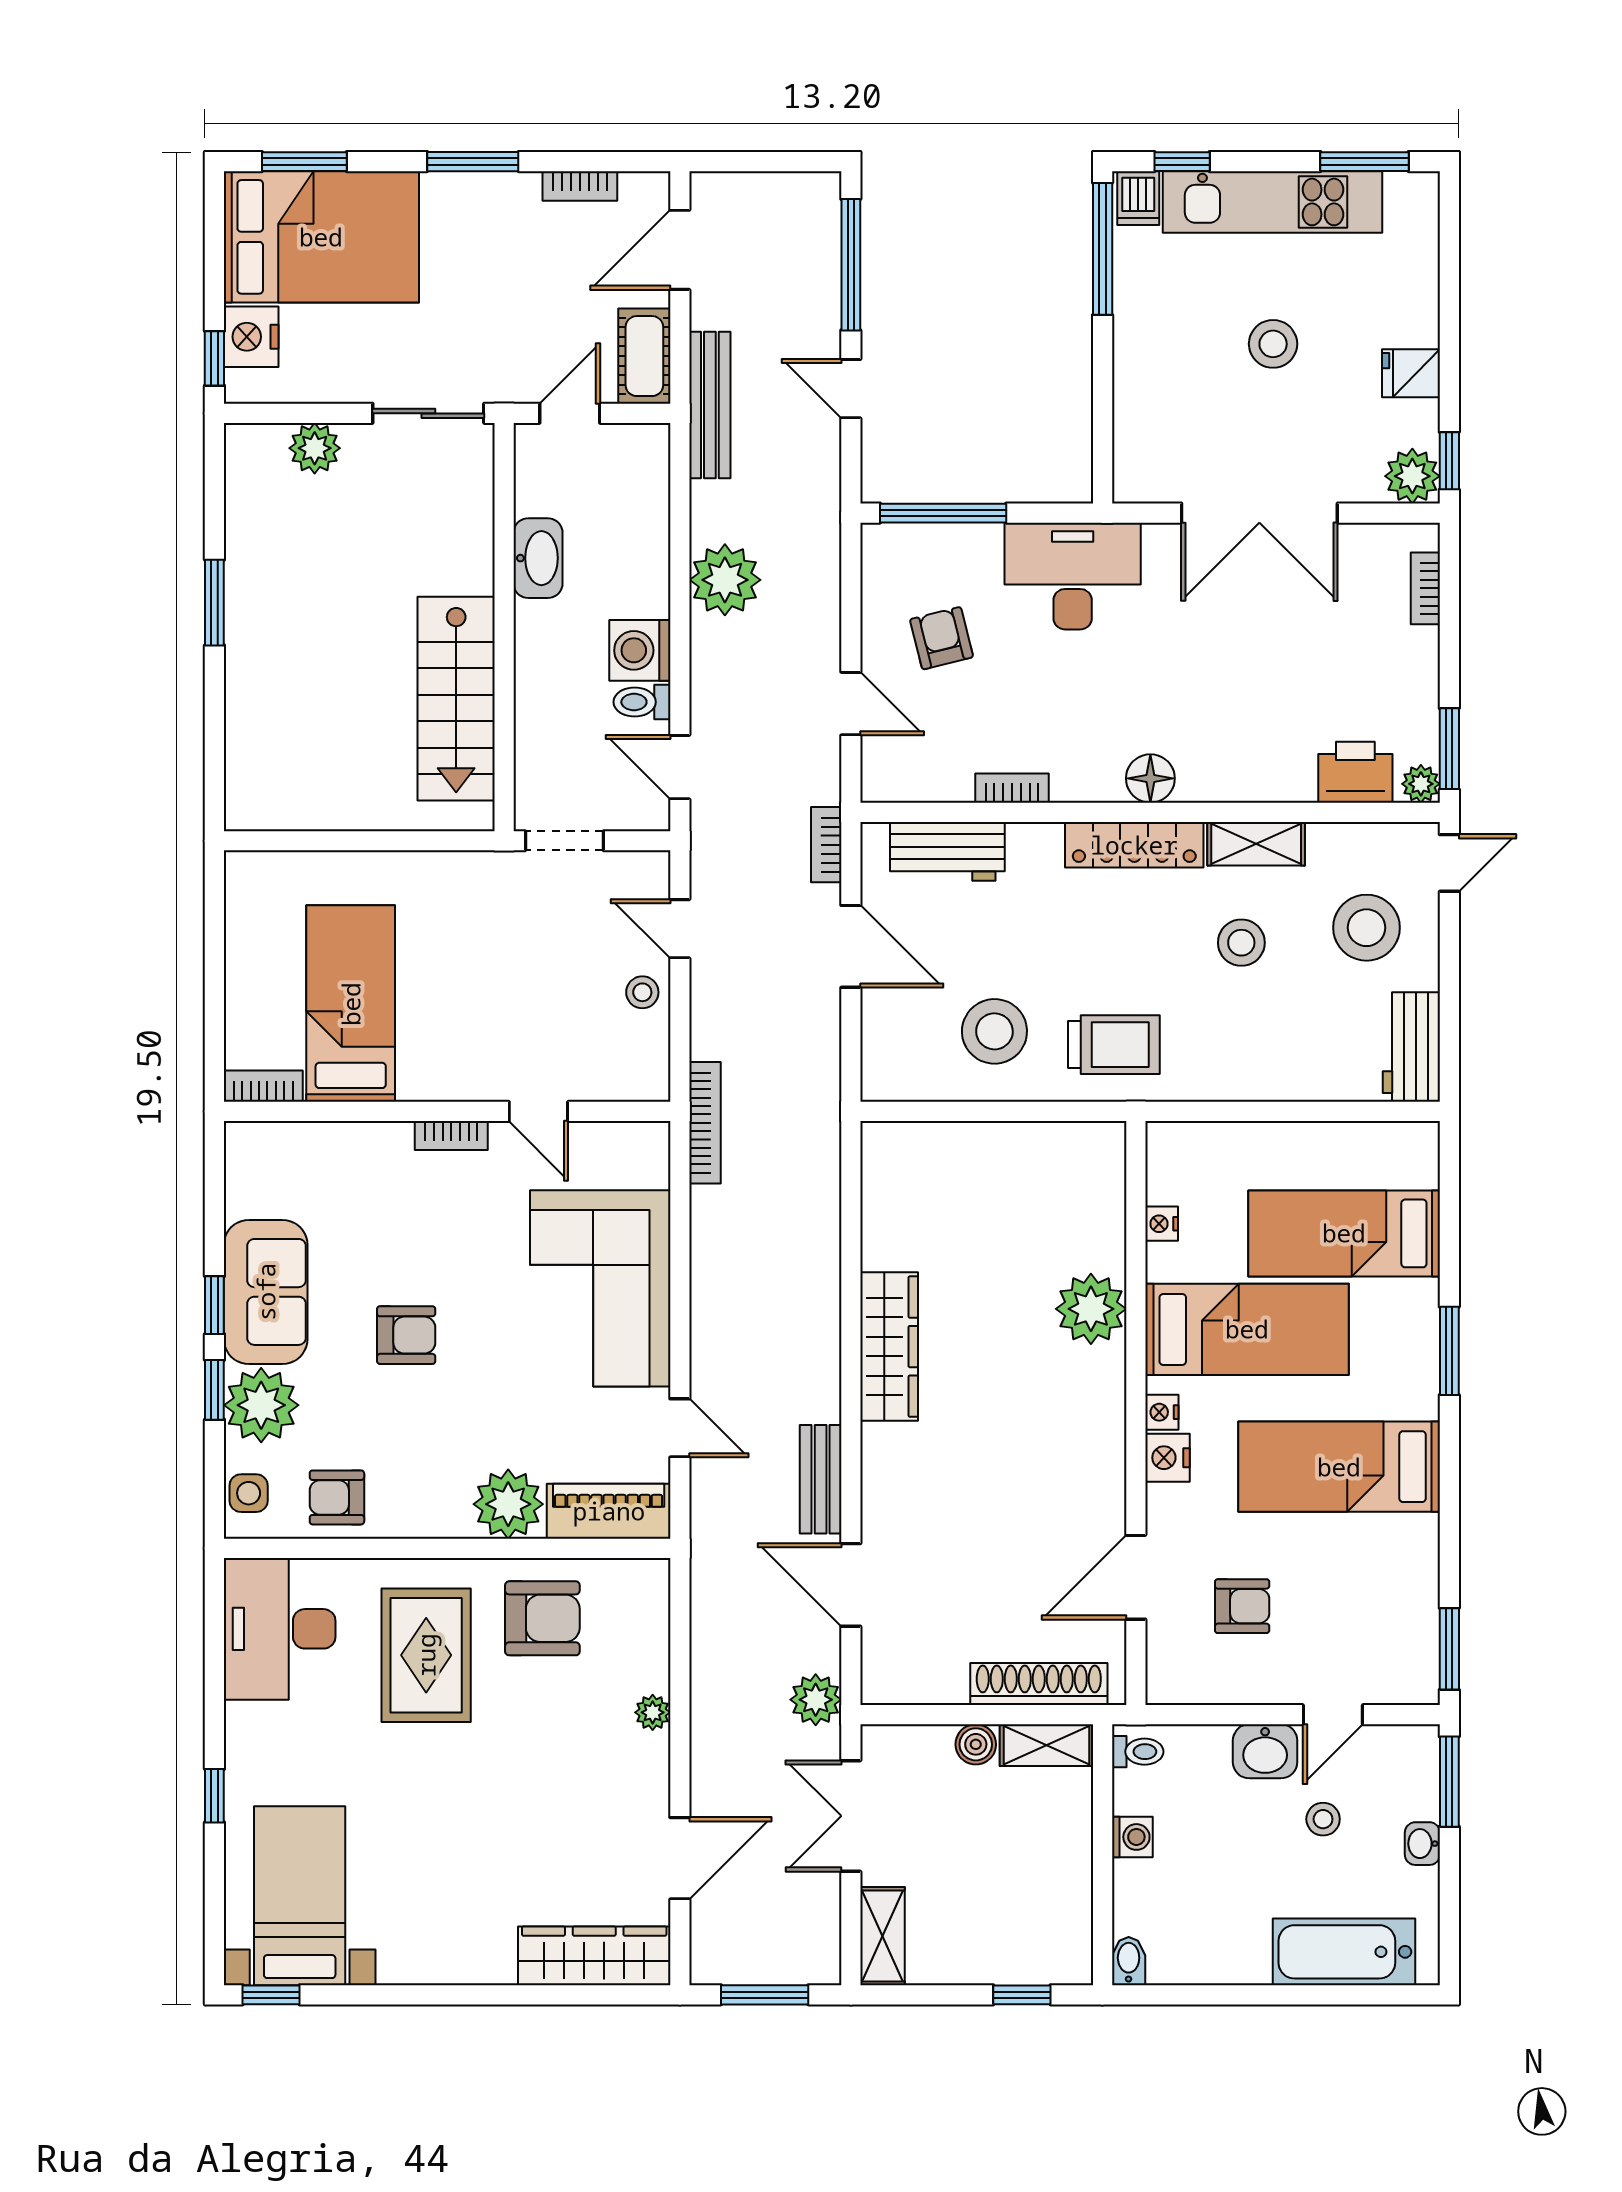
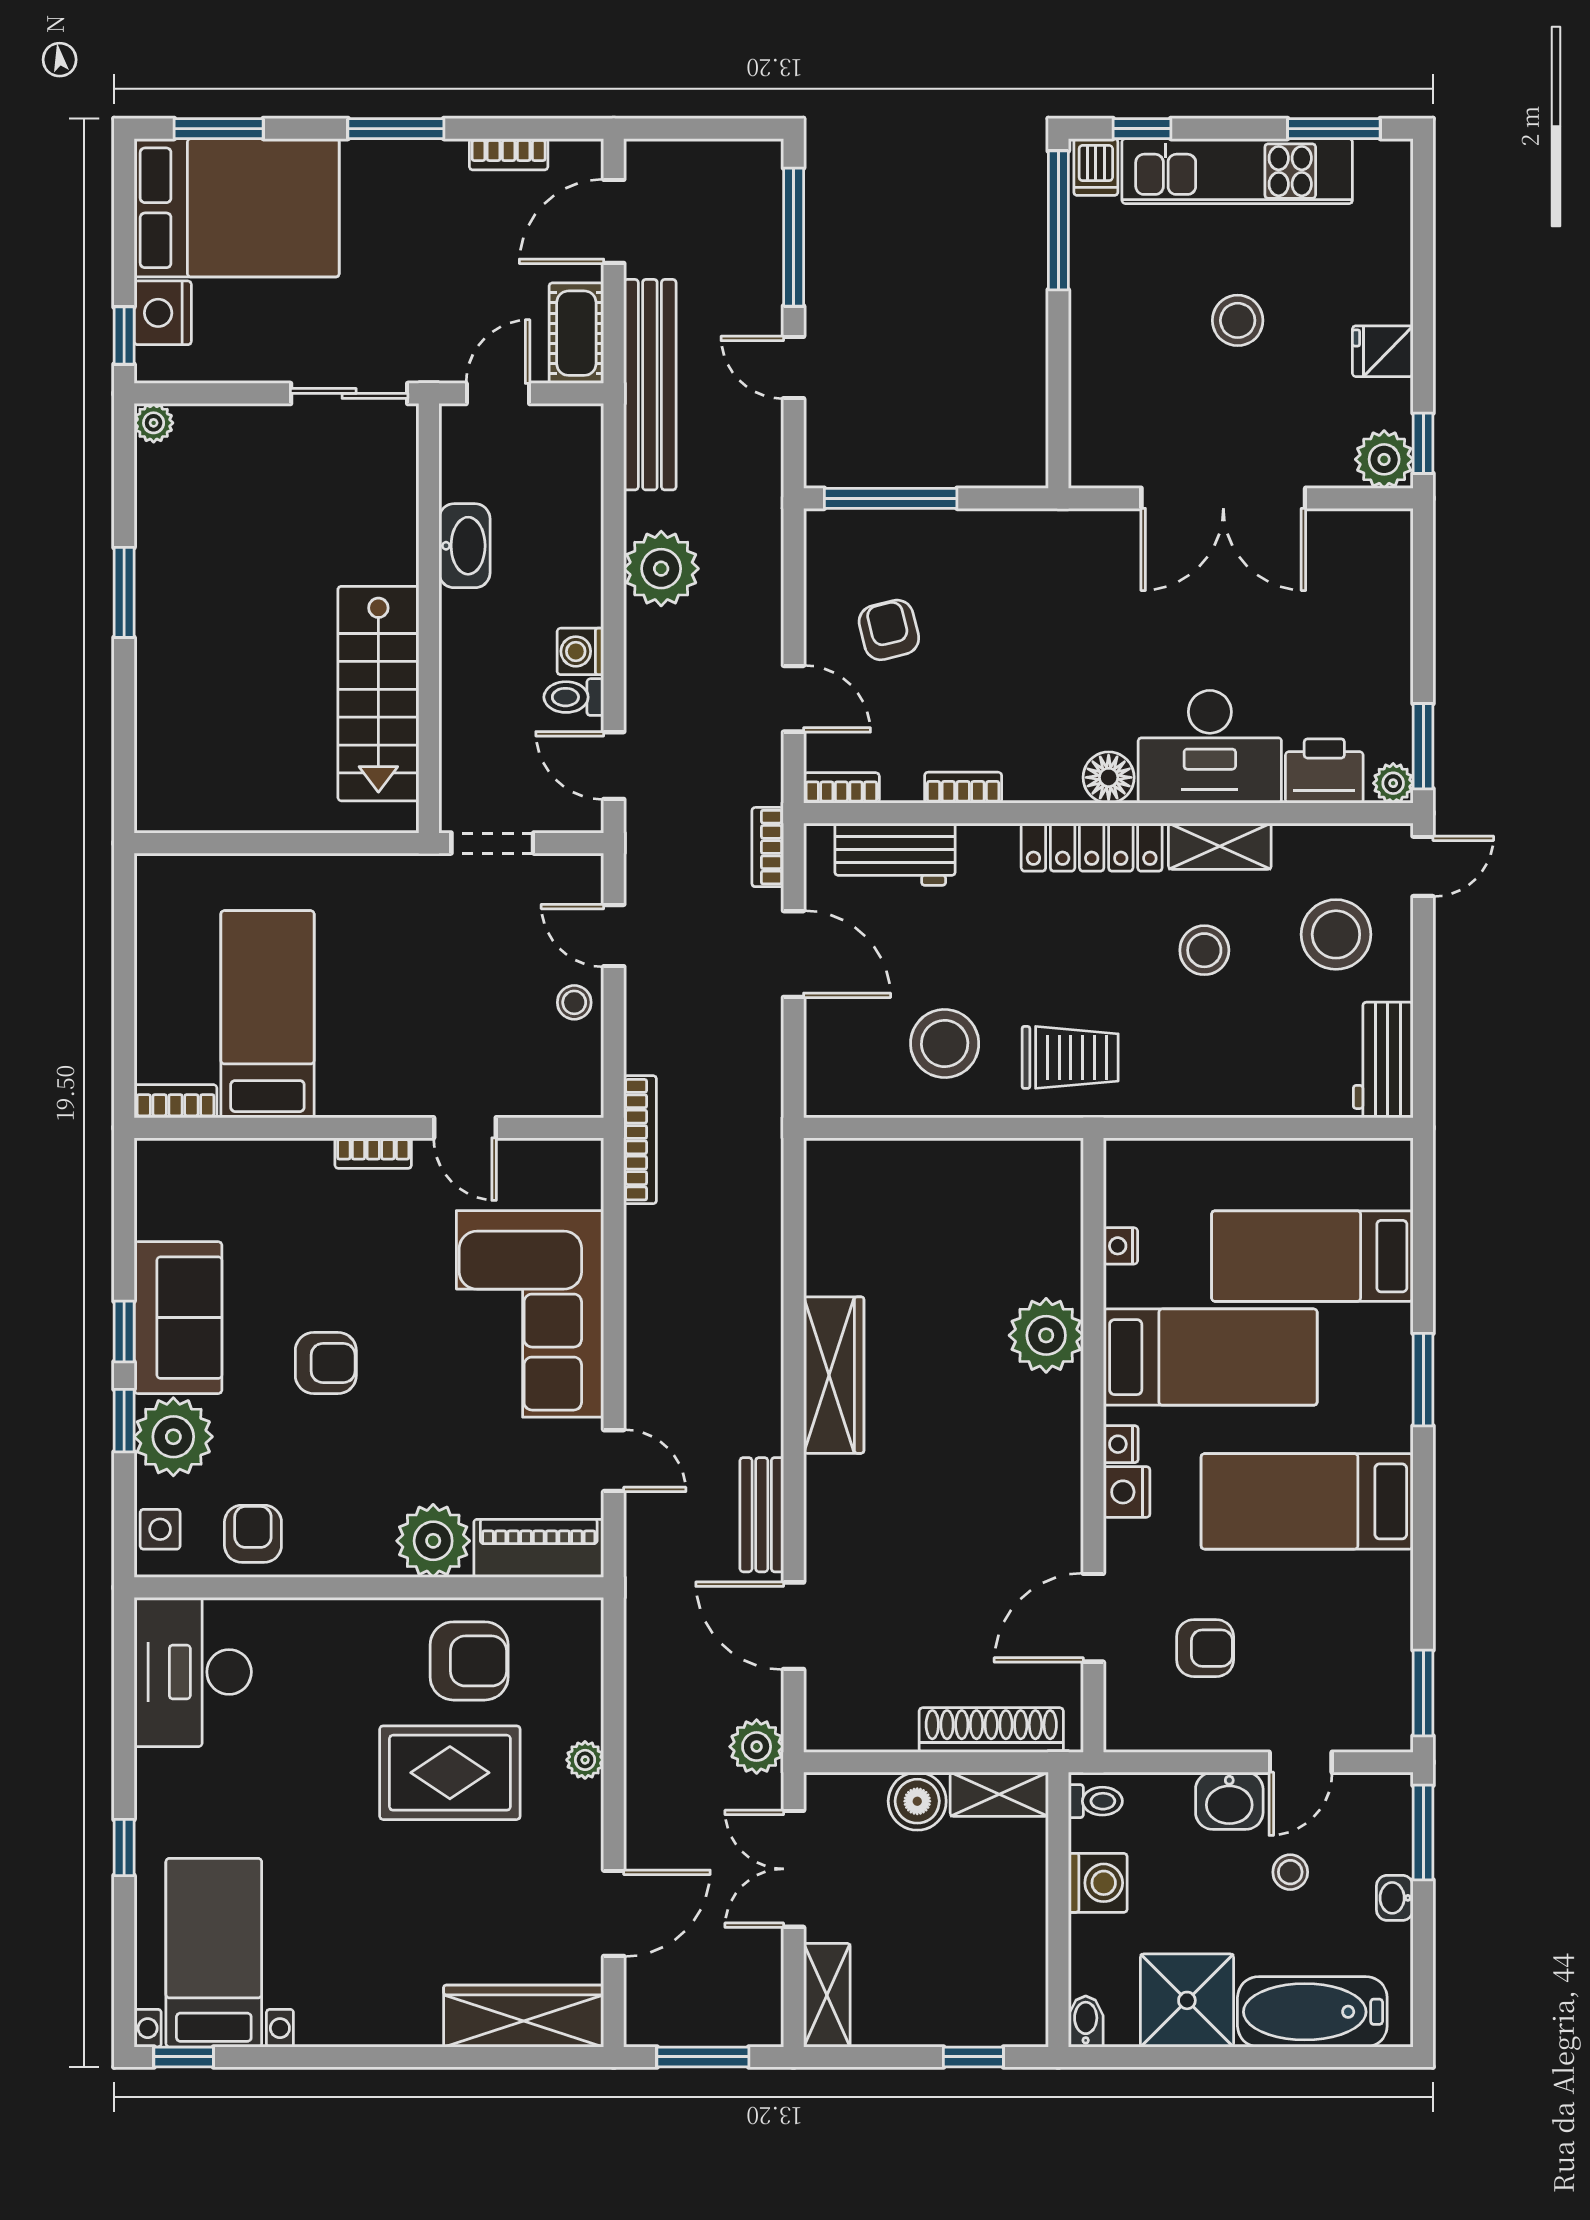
bench: (710, 405) -> (650, 385), width x1.37, depth x1.21
plant: (315, 448) -> (154, 423), moved, width x0.73, depth x0.73
desk: (1073, 576) -> (1210, 747), moved, turned 180
bookcase: (1425, 588) -> (841, 788), moved, turned 90
washing machine: (640, 650) -> (580, 651), width x0.73, depth x0.73
armchair: (337, 1497) -> (253, 1534), turned 90
rug: (426, 1655) -> (450, 1773), moved, turned 90
boiler: (976, 1744) -> (917, 1801), width x1.36, depth x1.36
washing machine: (1132, 1837) -> (1098, 1883), width x1.38, depth x1.38
shower: (1225, 1941) -> (1187, 2000), added

